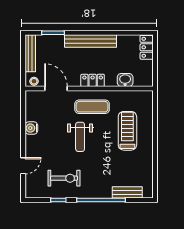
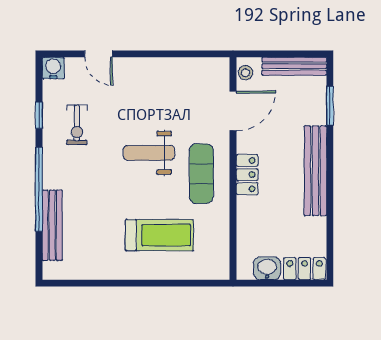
washbasin: (125, 80) -> (267, 268), moved, turned -90
water cooler: (31, 128) -> (53, 68), moved
exercise bike: (64, 178) -> (77, 125), width x0.73, depth x0.72
bench: (127, 192) -> (52, 225), width x1.36

